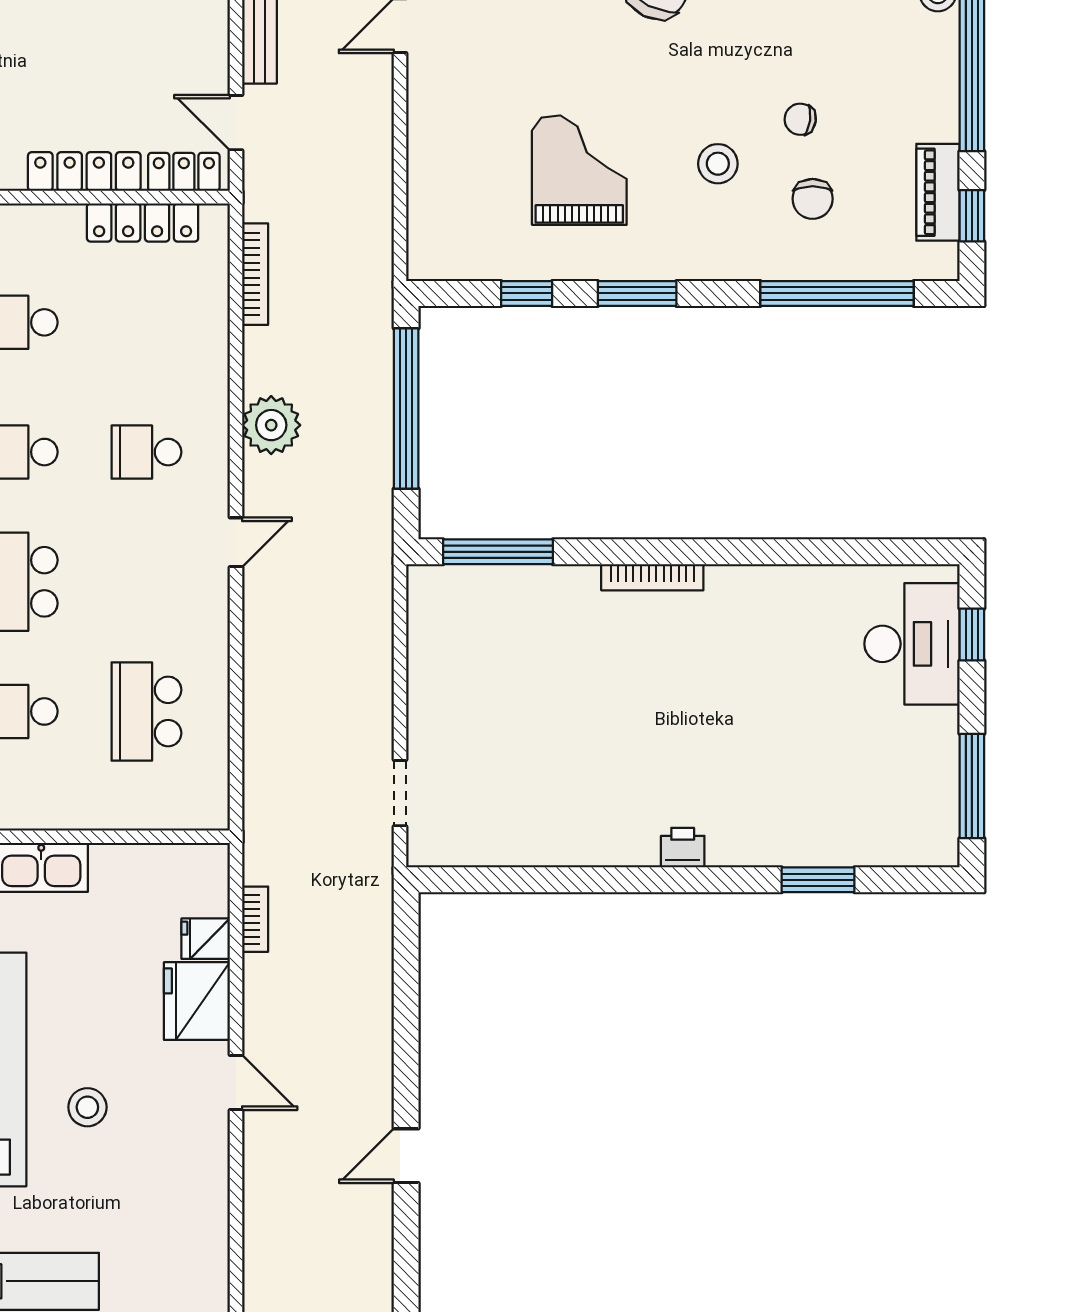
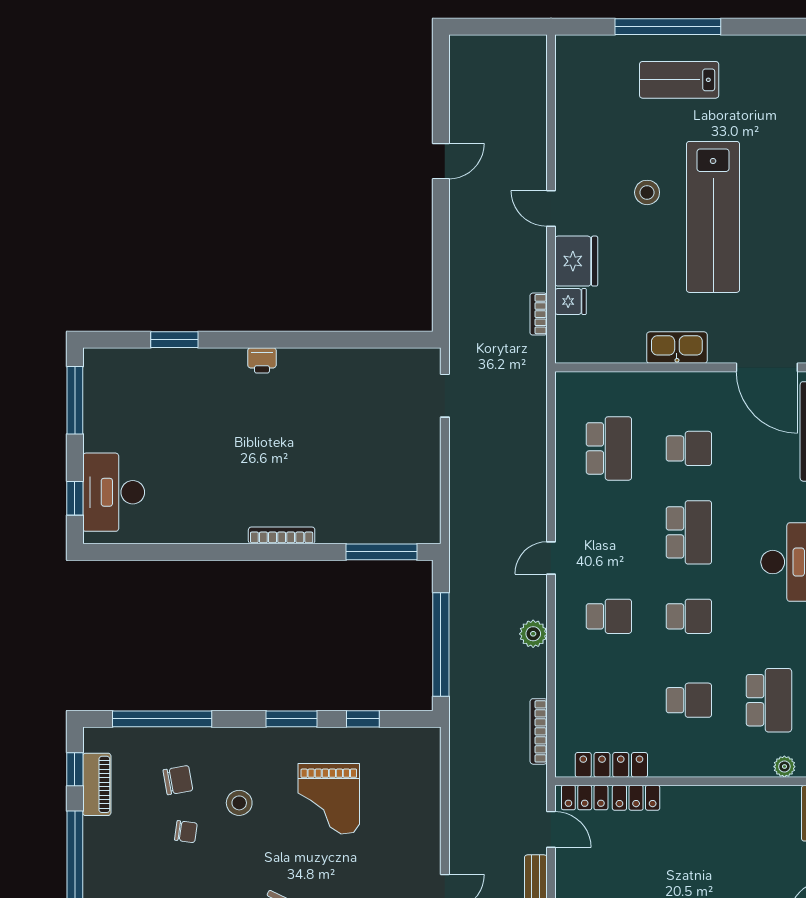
locker: (84, 172) -> (636, 798), width x0.66
chair: (813, 199) -> (178, 780), turned 80
plant: (271, 425) -> (533, 634), width x0.73, depth x0.73

